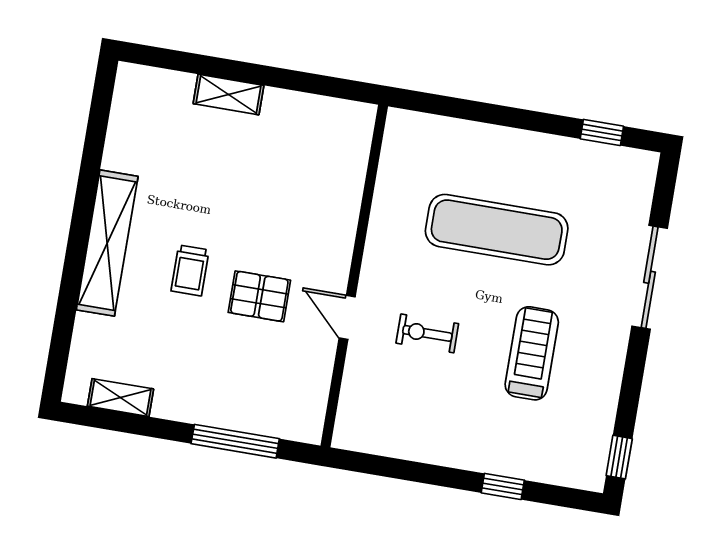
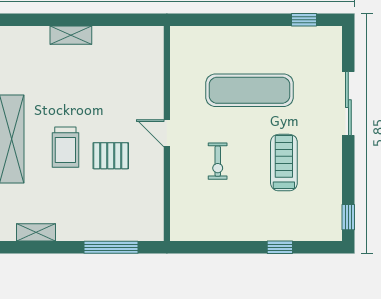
trolley: (190, 270) -> (65, 147), width x1.36, depth x1.39
door: (347, 317) -> (167, 133), moved
exercise bike: (427, 333) -> (218, 161), turned -90

